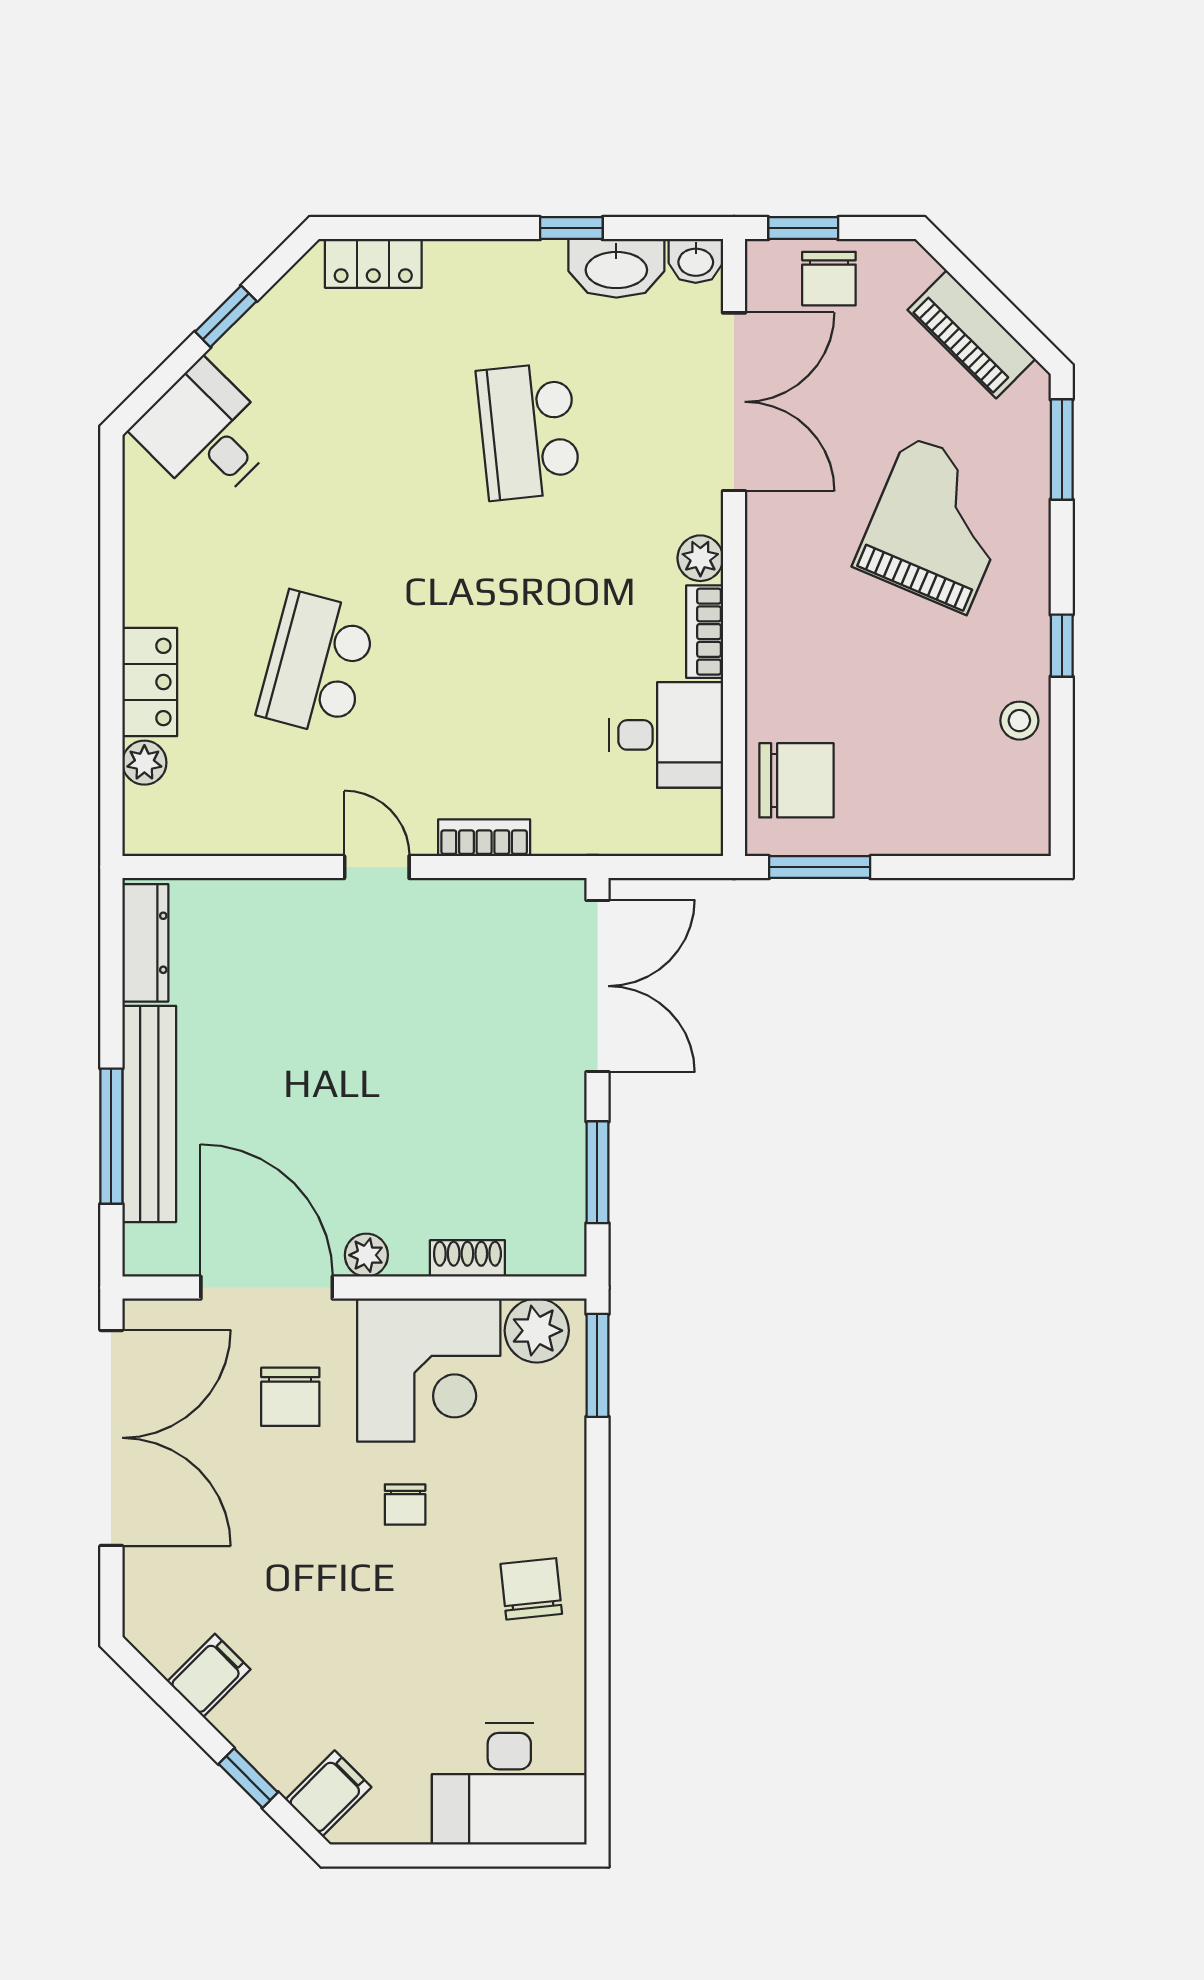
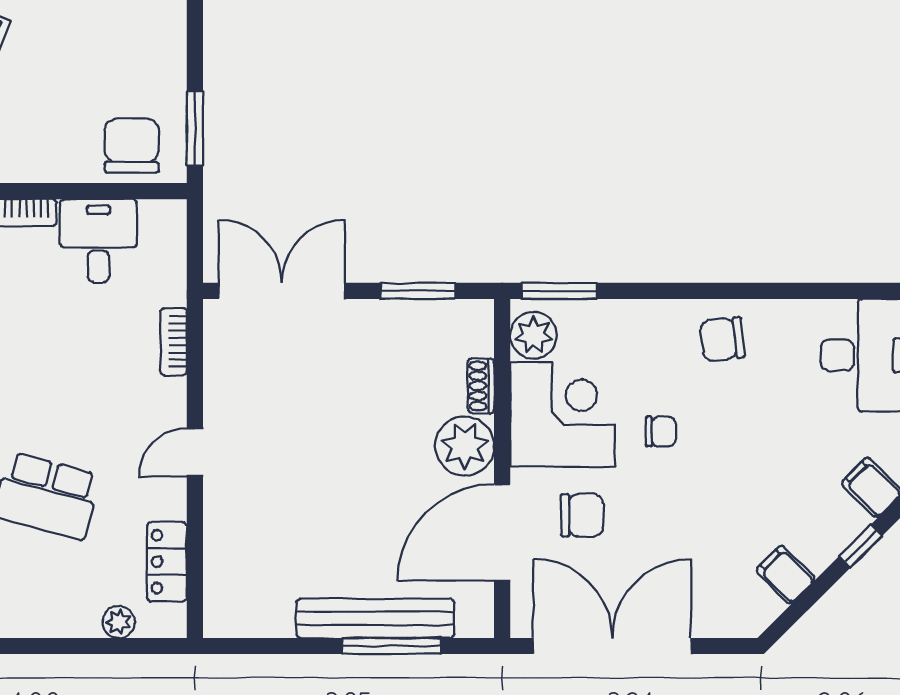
locker: (150, 682) -> (167, 562), moved, turned -90
bookcase: (484, 838) -> (174, 342), moved
dresser: (145, 943) -> (250, 621), removed
plant: (366, 1255) -> (465, 446), width x1.88, depth x1.88

